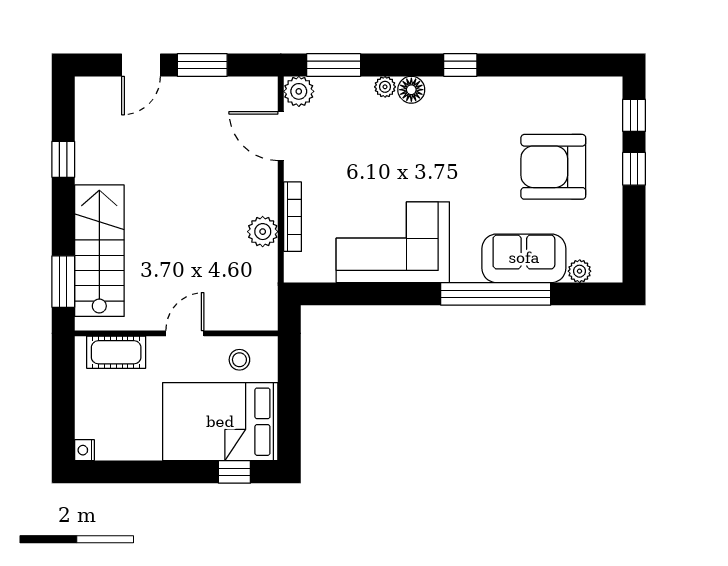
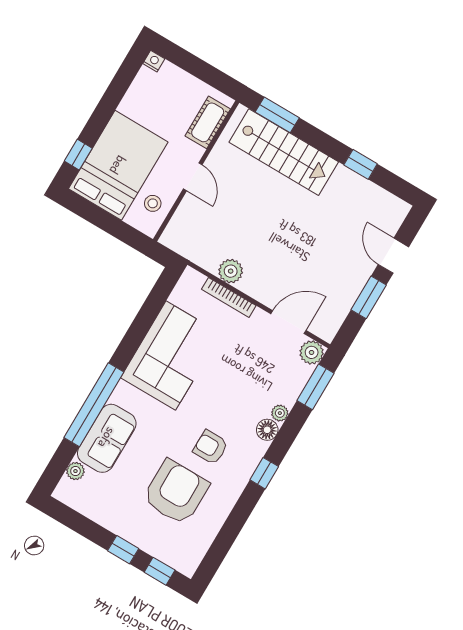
armchair: (467, 140) -> (211, 447), added
armchair: (553, 167) -> (176, 492), moved

